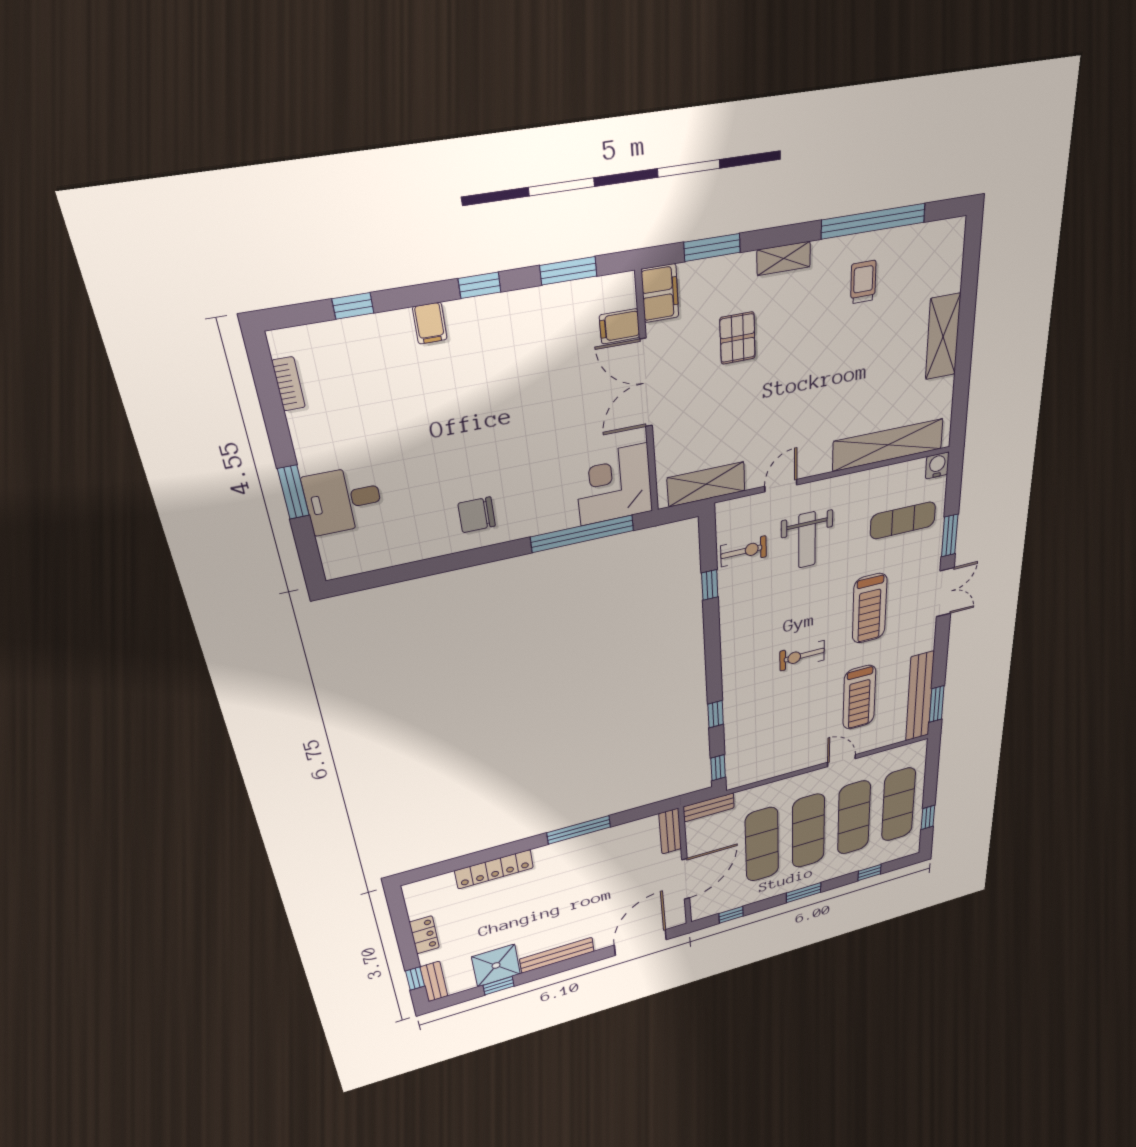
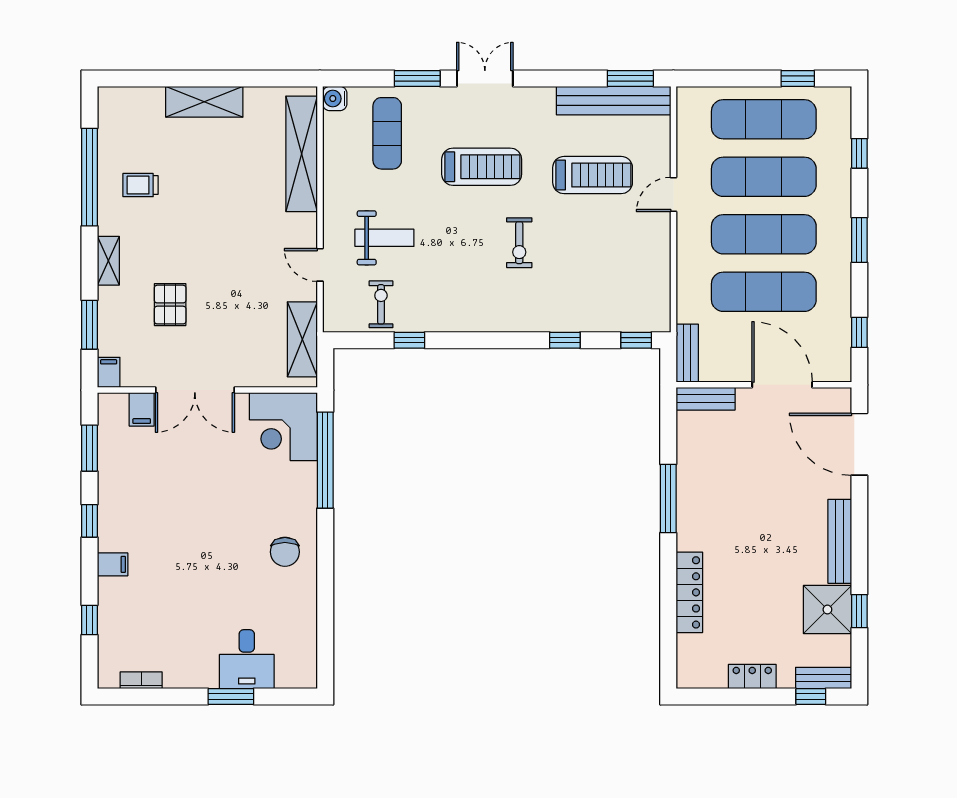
filing cabinet: (660, 293) -> (109, 372), width x0.50
pallet: (738, 338) -> (170, 305), turned 90

